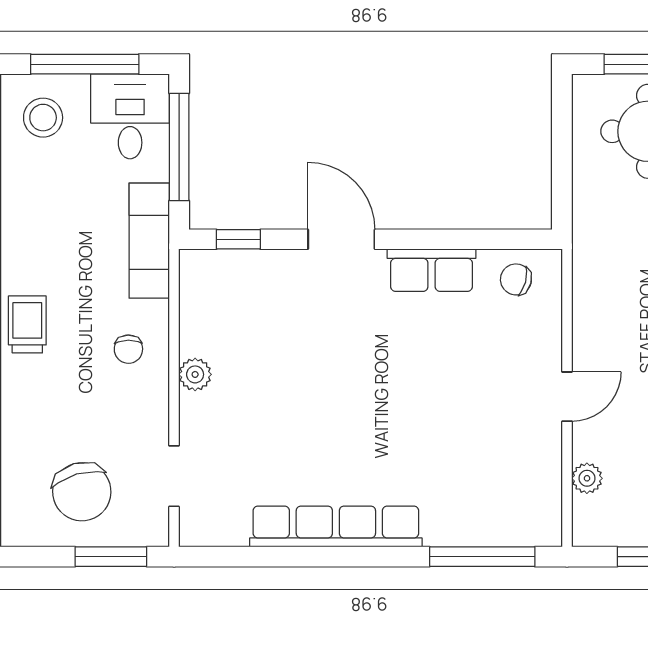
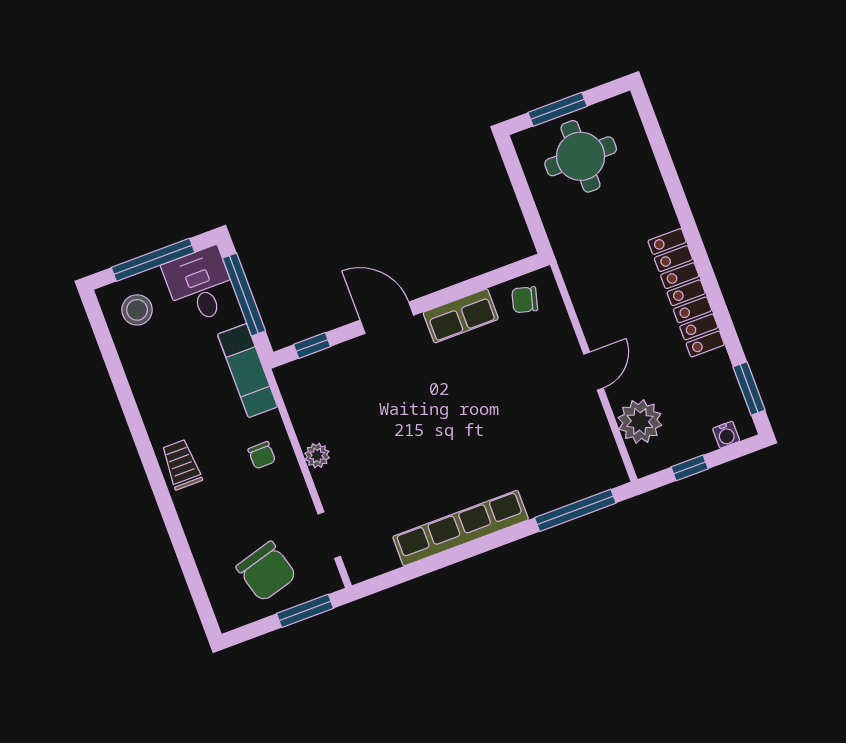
plant: (587, 478) -> (640, 421), width x1.87, depth x1.87

